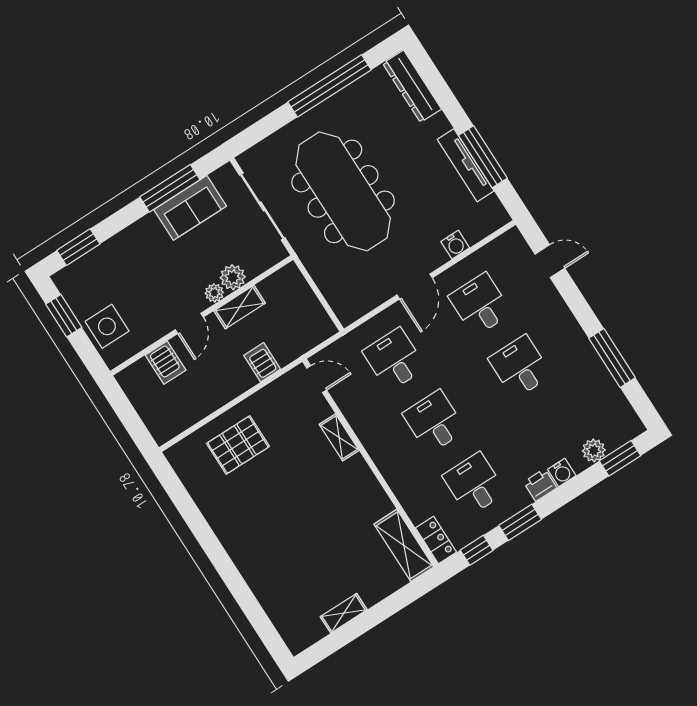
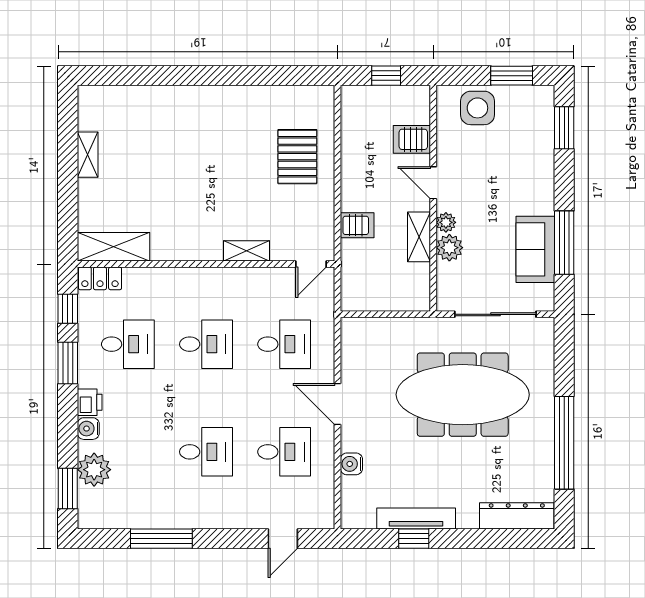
window: (483, 157) -> (414, 539), width x0.46
window: (128, 416) -> (386, 76), added
plant: (594, 450) -> (94, 470), width x1.36, depth x1.36

